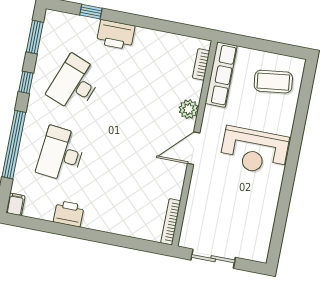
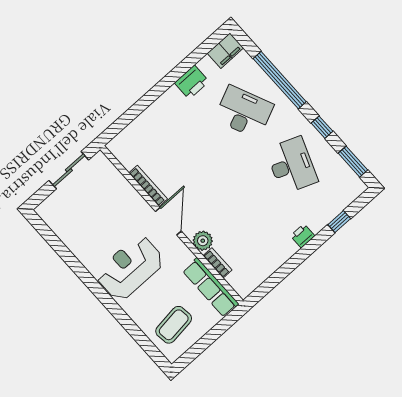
printer: (116, 35) -> (303, 236), width x0.53, depth x0.68
bookcase: (201, 64) -> (217, 263), moved
desk: (61, 154) -> (244, 112), turned -30
filing cabinet: (16, 204) -> (225, 51), width x2.00
bookcase: (171, 222) -> (148, 186), moved

